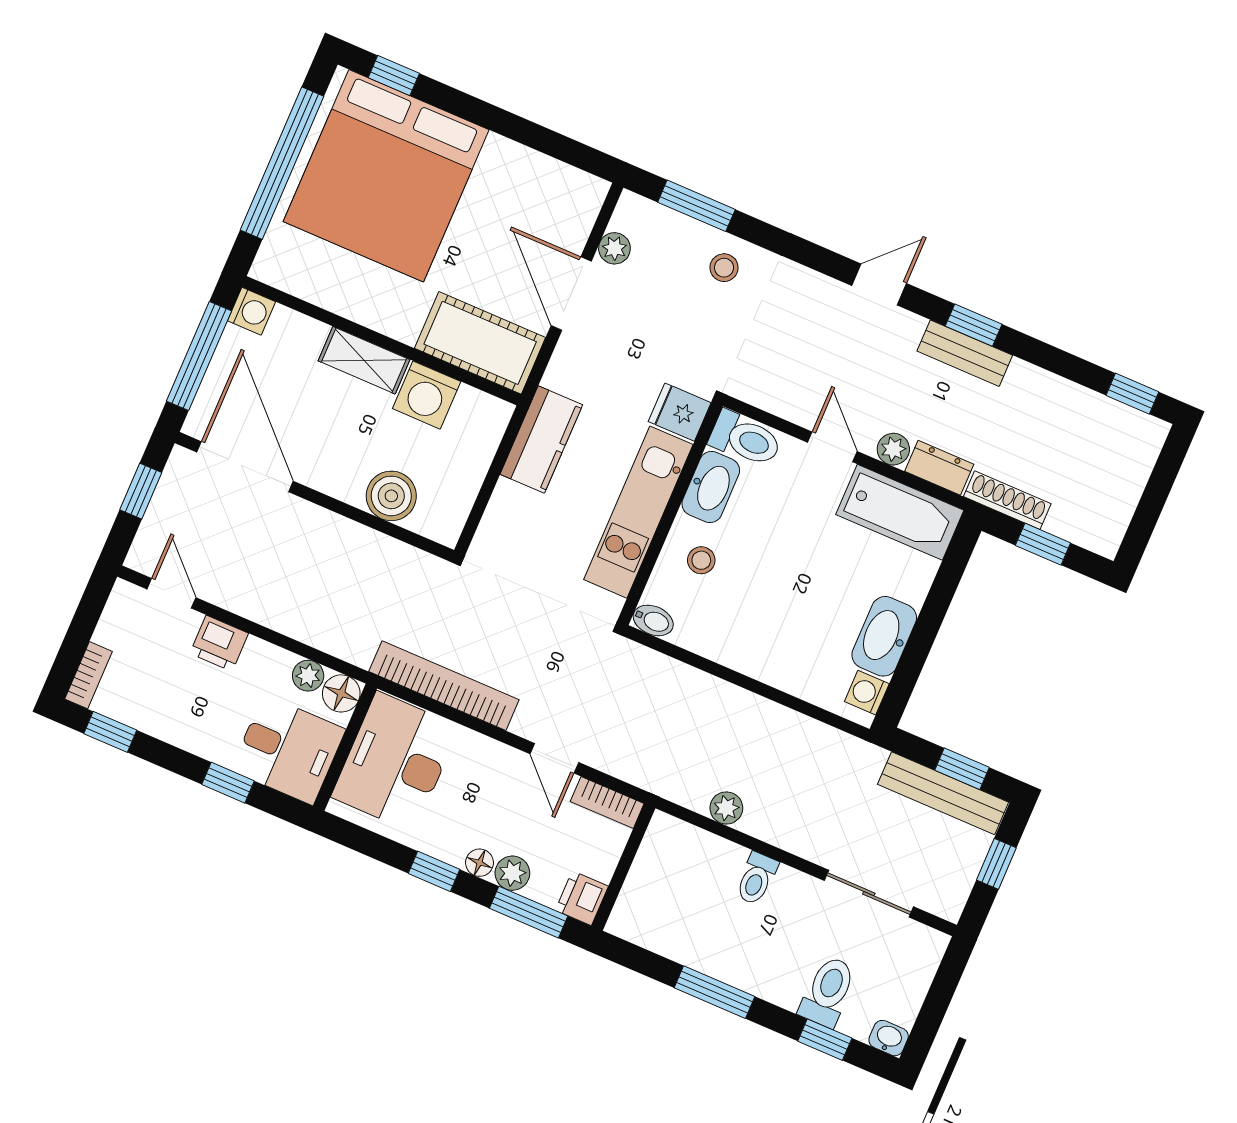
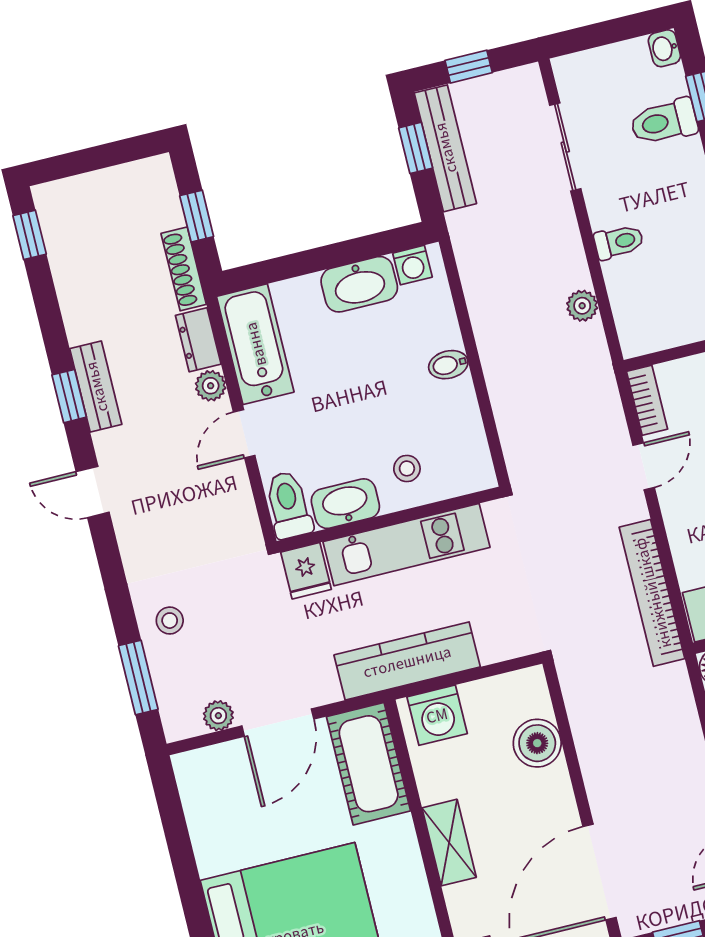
washing machine: (427, 395) -> (437, 715), moved, turned 90
kitchen counter: (541, 440) -> (407, 661), width x1.50
bidet: (653, 620) -> (448, 365), moved, turned -90

